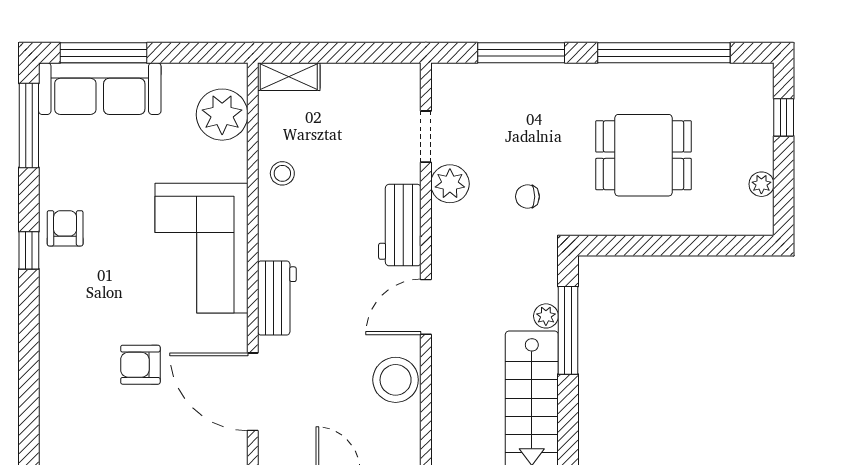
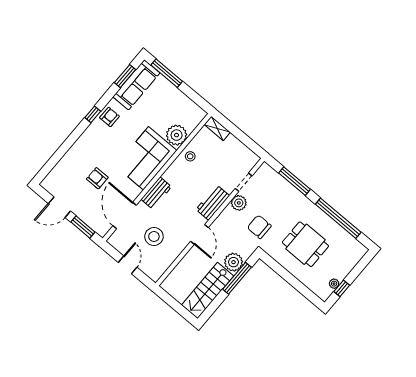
sofa: (100, 89) -> (136, 85), moved, turned -90
plant: (222, 115) -> (177, 135), moved
window: (784, 117) -> (342, 288), moved
window: (29, 125) -> (125, 76), width x0.69
chair: (527, 197) -> (259, 227), width x1.87, depth x1.87
door: (426, 307) -> (200, 234), swing flipped
plant: (546, 316) -> (233, 262), width x1.87, depth x1.87
stool: (396, 380) -> (154, 237), moved

